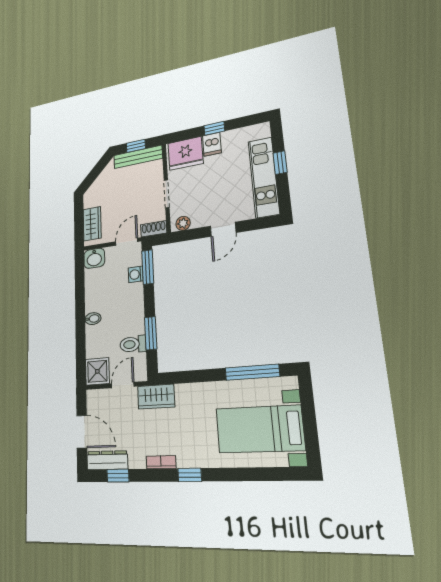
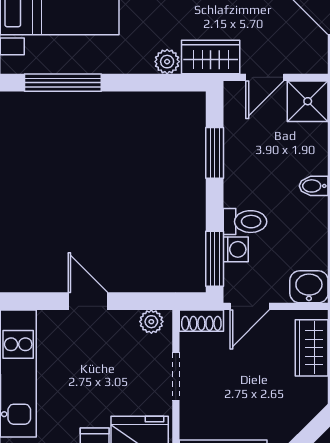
door: (223, 229) -> (88, 301), hinge flipped
toilet: (133, 344) -> (245, 222), moved
plant: (184, 392) -> (167, 62), added

